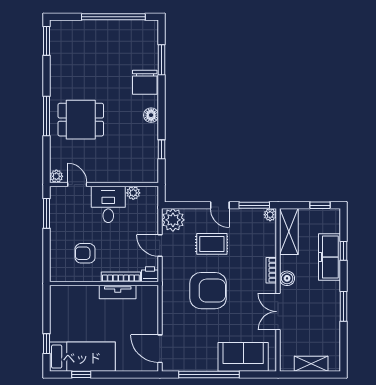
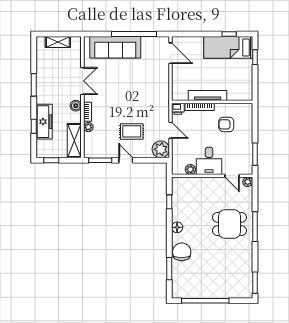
plant: (270, 215) -> (88, 127), moved
armchair: (85, 253) -> (226, 124), turned 180
armchair: (208, 291) -> (135, 97), removed
tv unit: (118, 292) -> (208, 96), width x1.41
sofa: (243, 357) -> (115, 47), width x1.36

